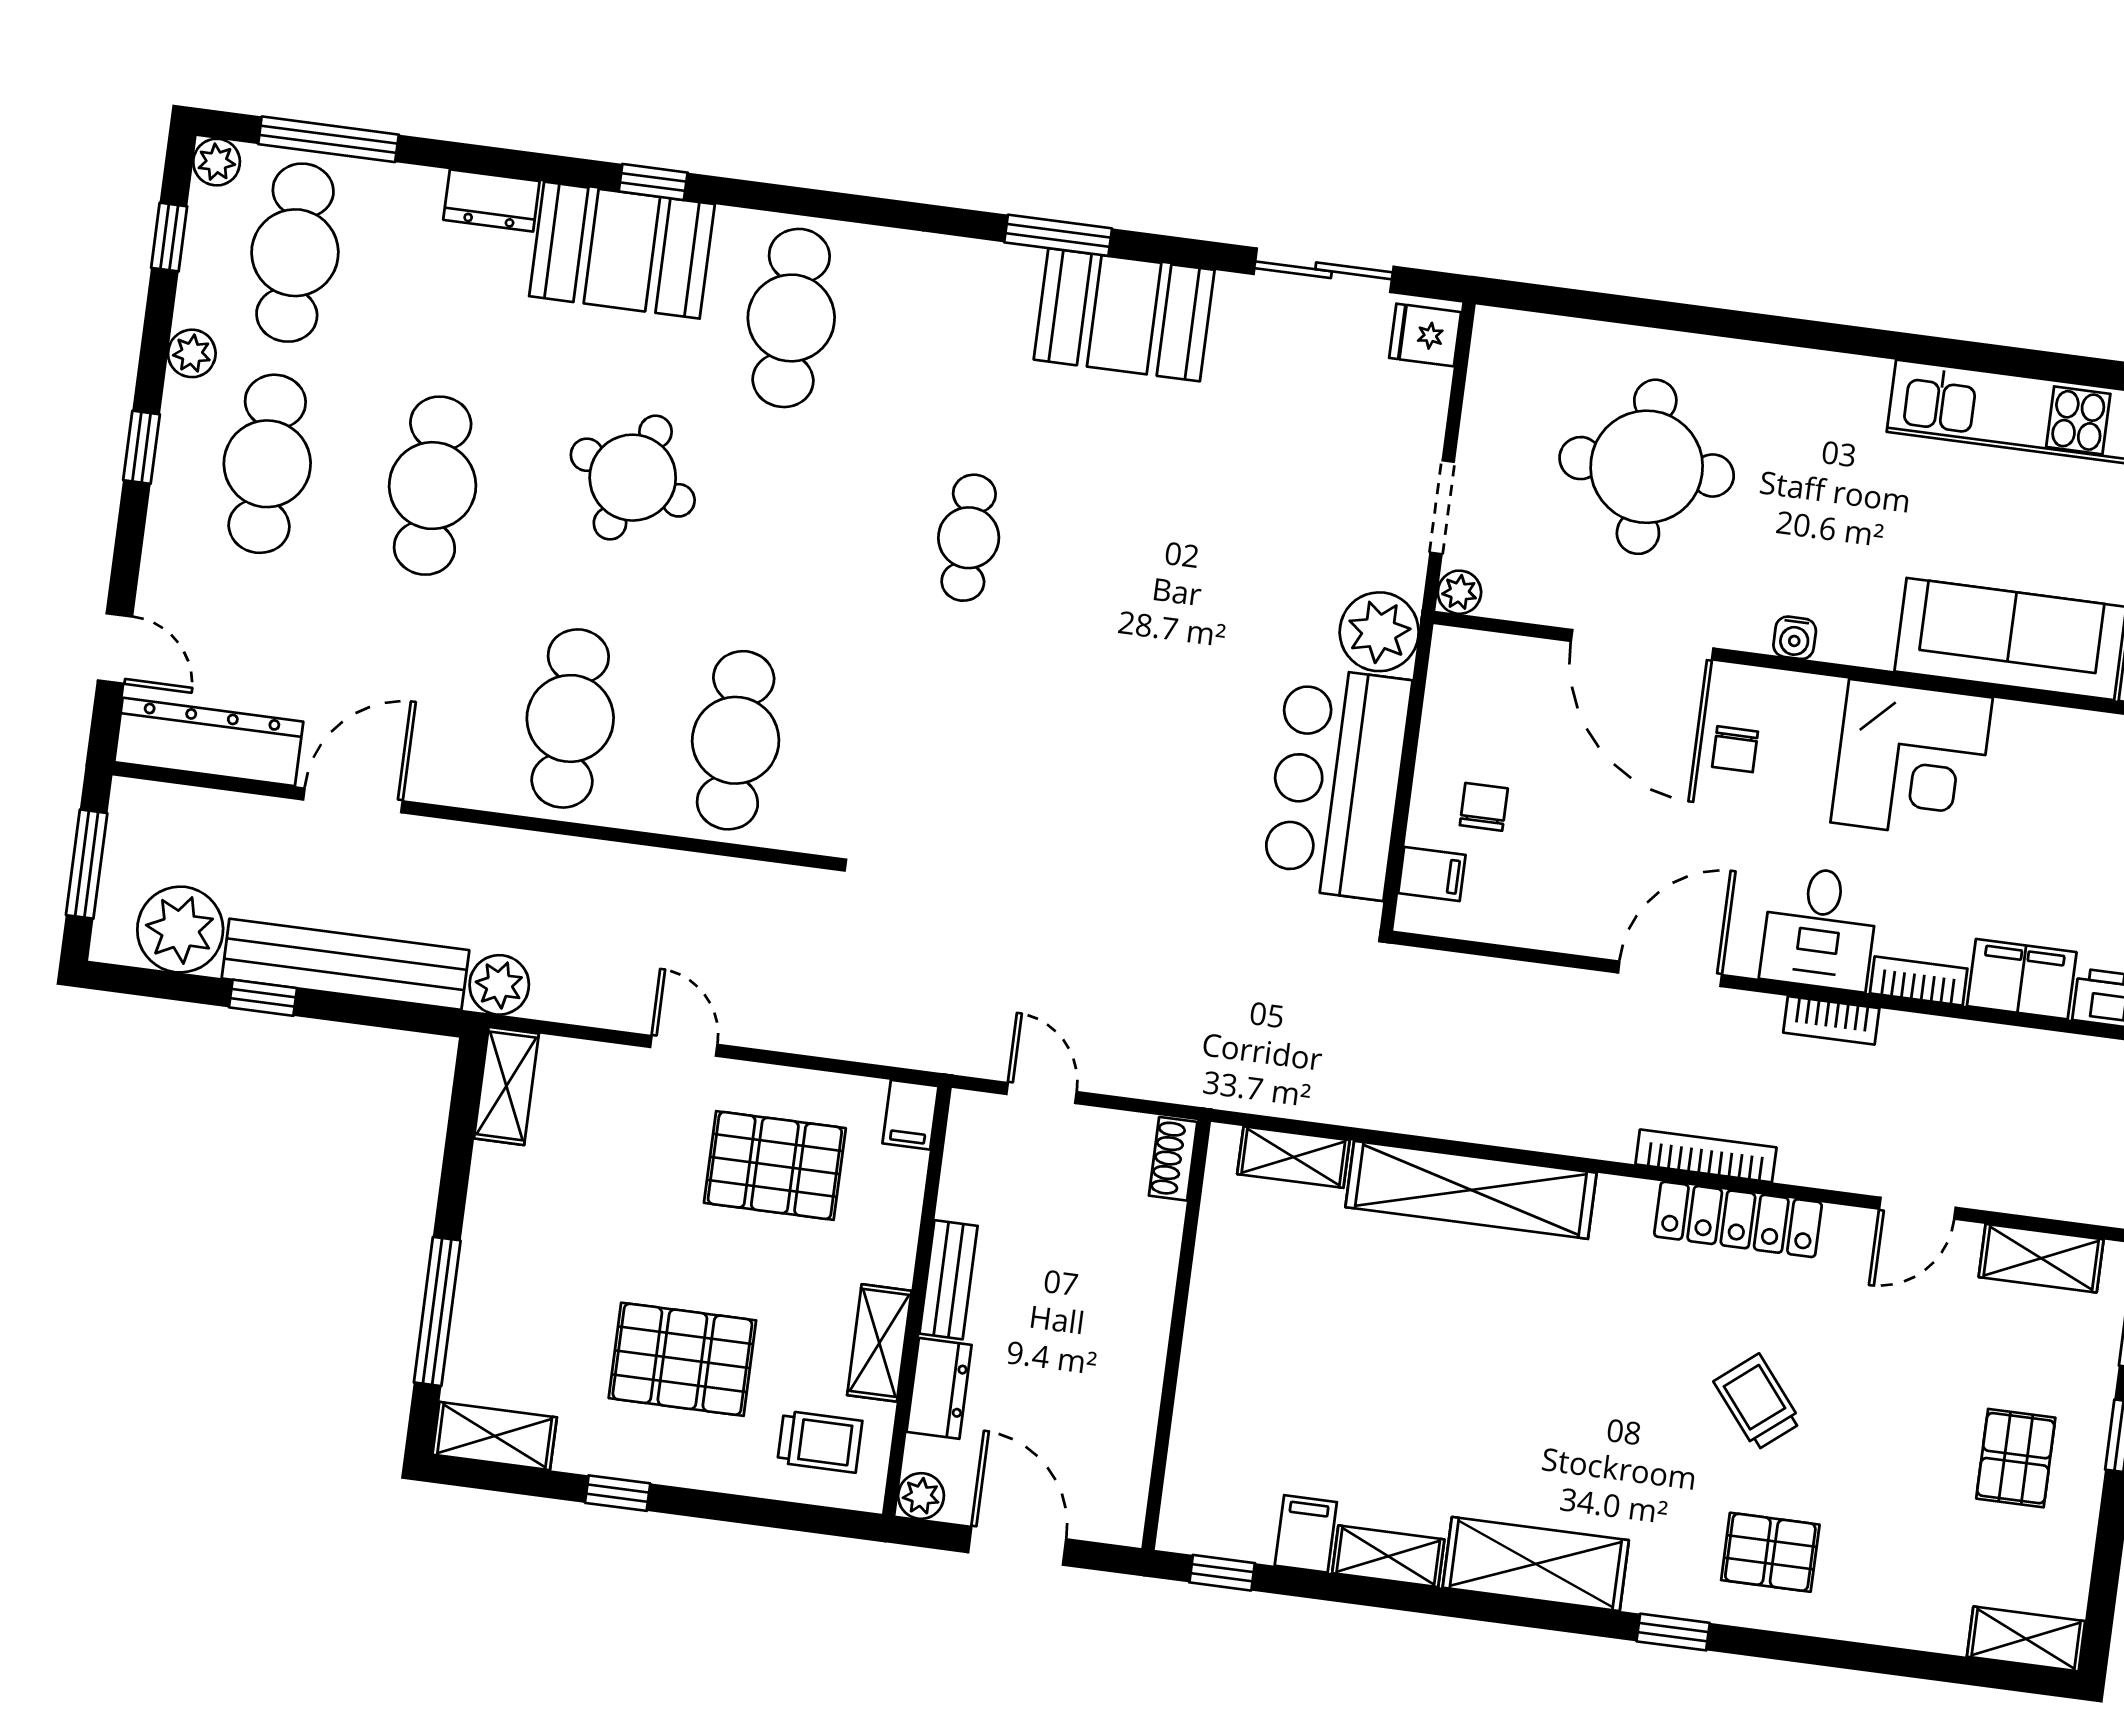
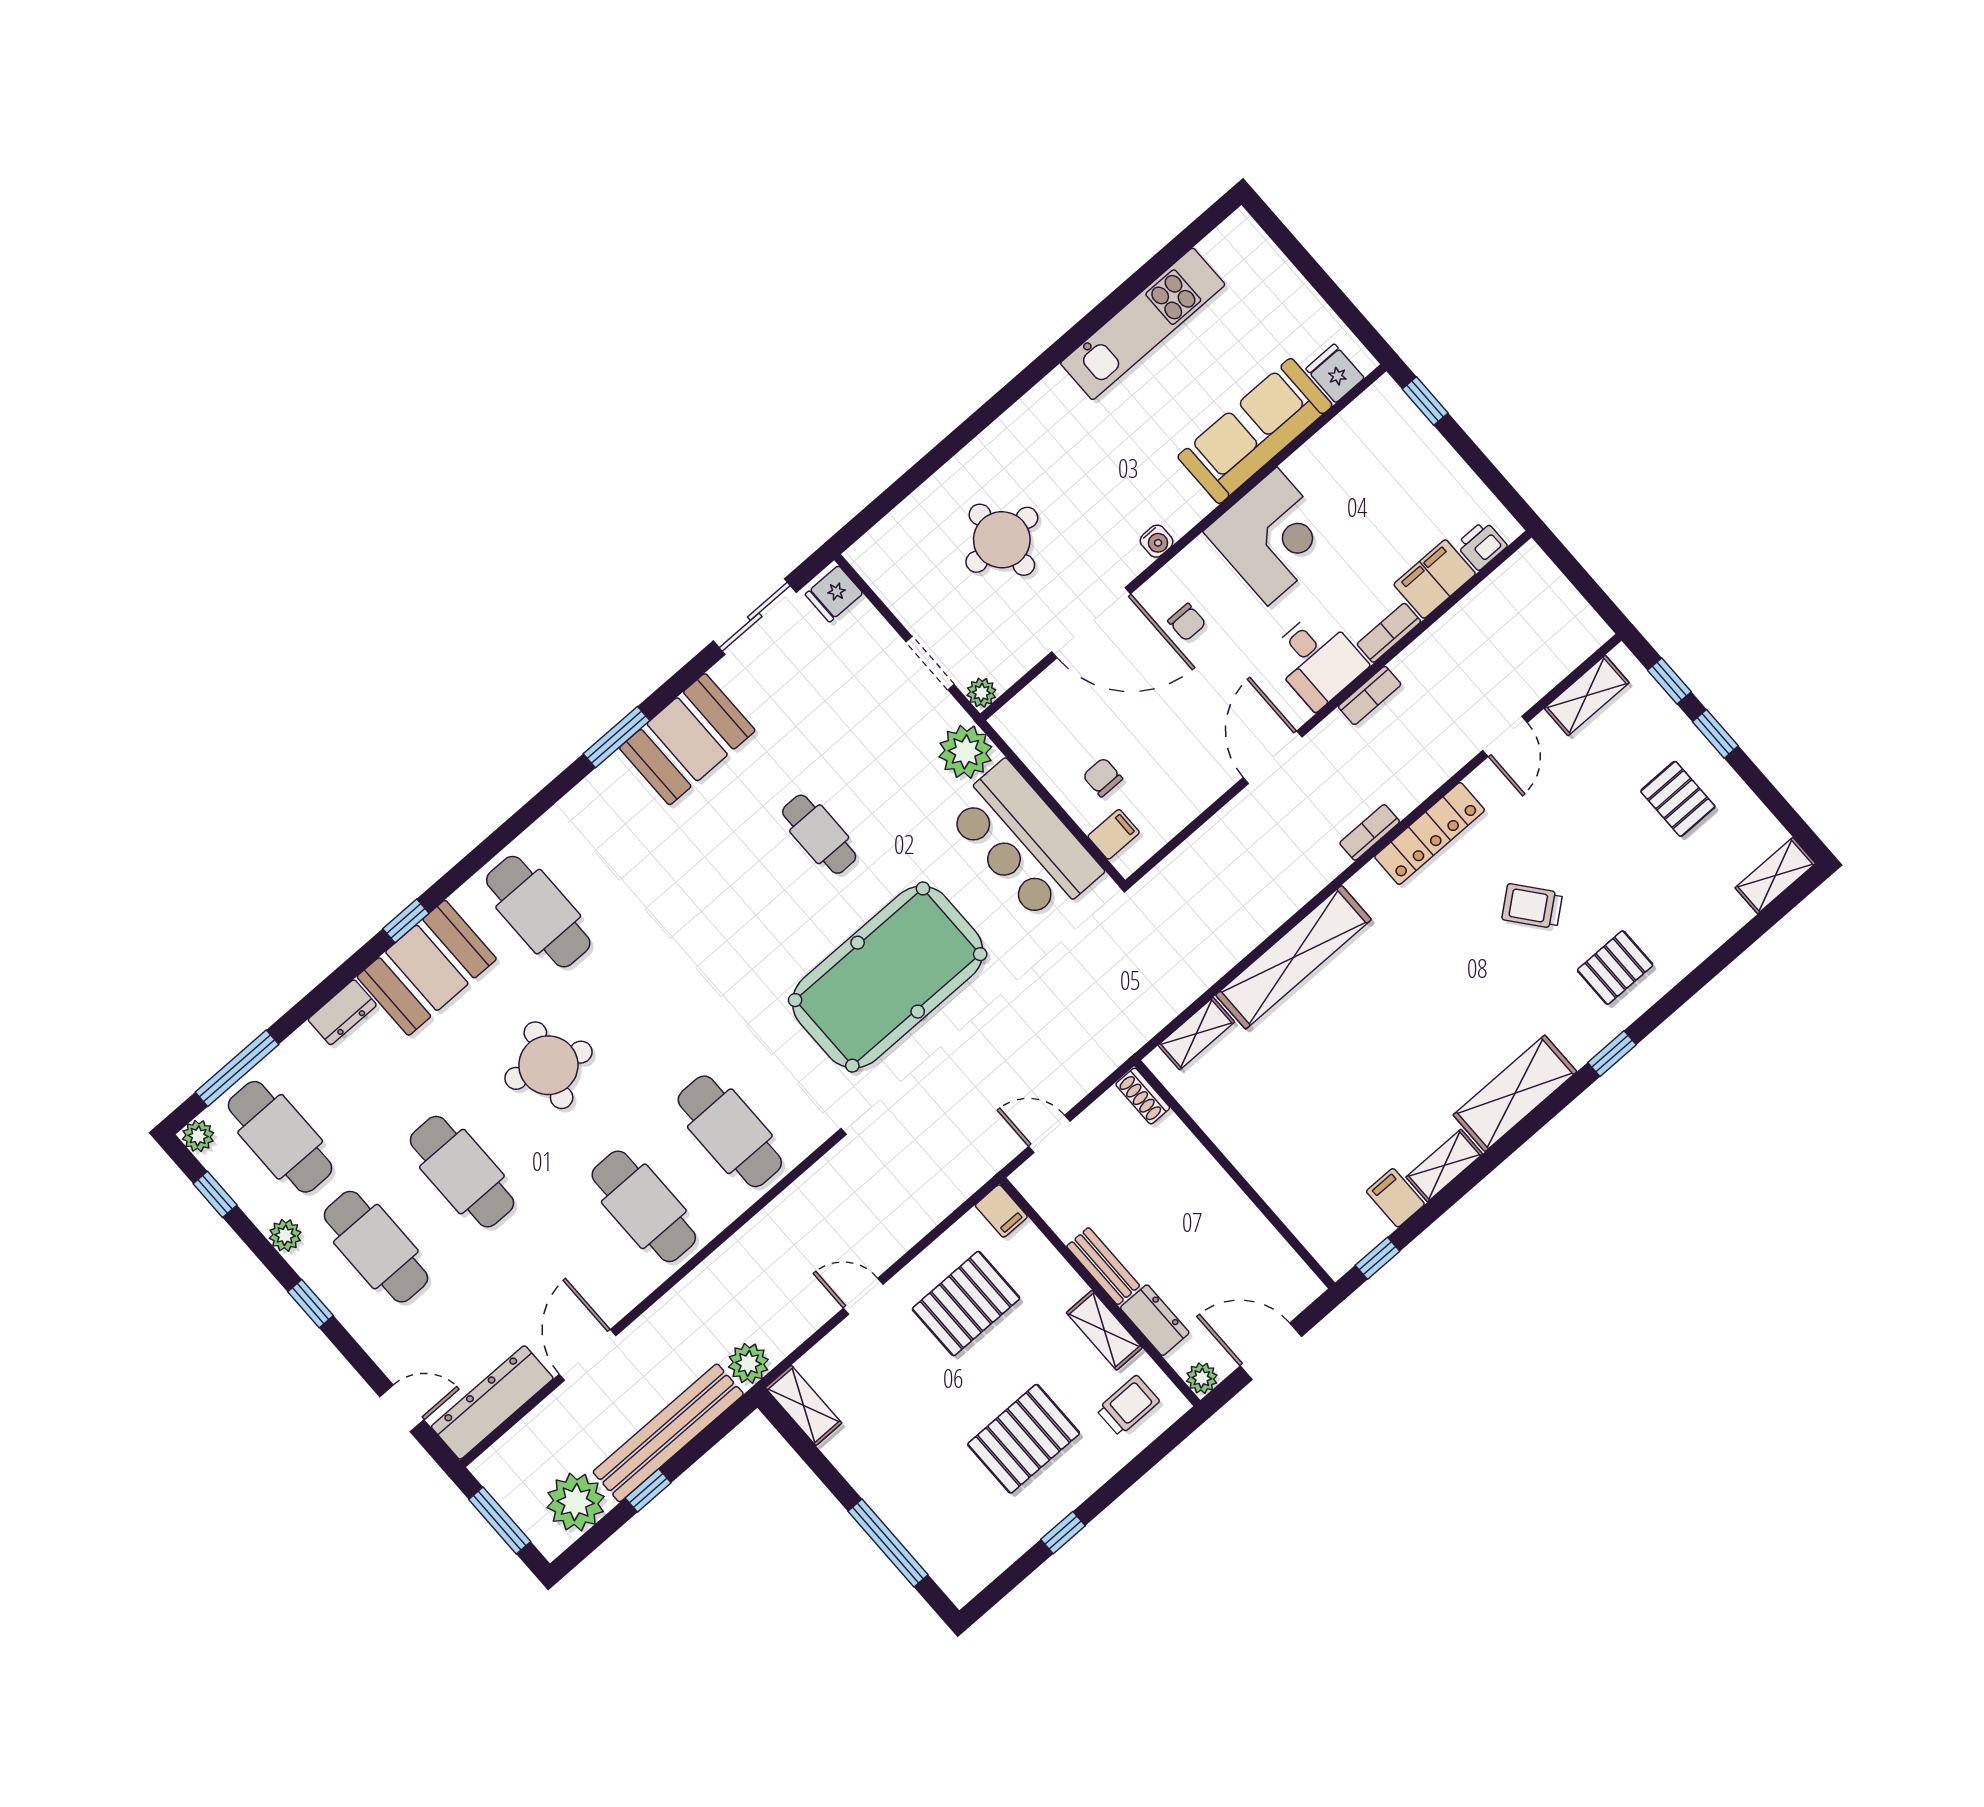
round table: (1647, 467) -> (1002, 540), width x0.73, depth x0.73
cafe table: (969, 538) -> (819, 834), moved
pool table: (1057, 764) -> (888, 977), added
bookcase: (1706, 1156) -> (1370, 832), width x0.64
shelving: (495, 1436) -> (978, 1570), removed

